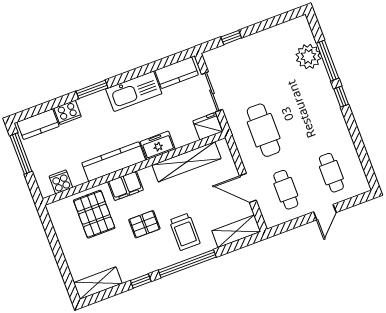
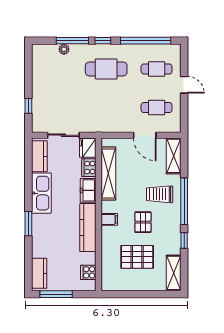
plant: (308, 57) -> (64, 49), width x0.53, depth x0.53
cooker: (68, 112) -> (89, 168), moved, turned 180
cafe table: (264, 130) -> (106, 69), moved
window: (360, 147) -> (146, 41), added
filing cabinet: (126, 186) -> (109, 219), width x0.50
door: (248, 188) -> (145, 135), hinge flipped
pallet: (94, 214) -> (137, 257), moved
trolley: (185, 232) -> (160, 194), turned 180

